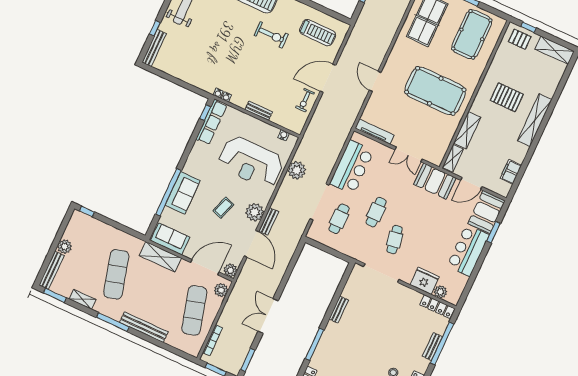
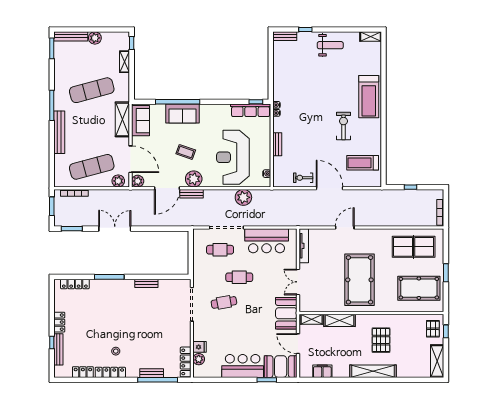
treadmill: (318, 33) -> (363, 163), turned 90
exercise bike: (271, 35) -> (343, 126), turned 180
bench: (154, 48) -> (285, 36), width x0.73
fridge: (425, 281) -> (200, 347), width x0.53, depth x0.75
shelving: (83, 299) -> (125, 62), moved

